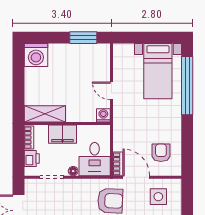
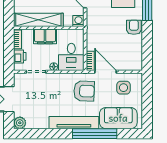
shelving: (45, 114) -> (38, 20), width x1.47
armchair: (161, 153) -> (134, 27), moved

